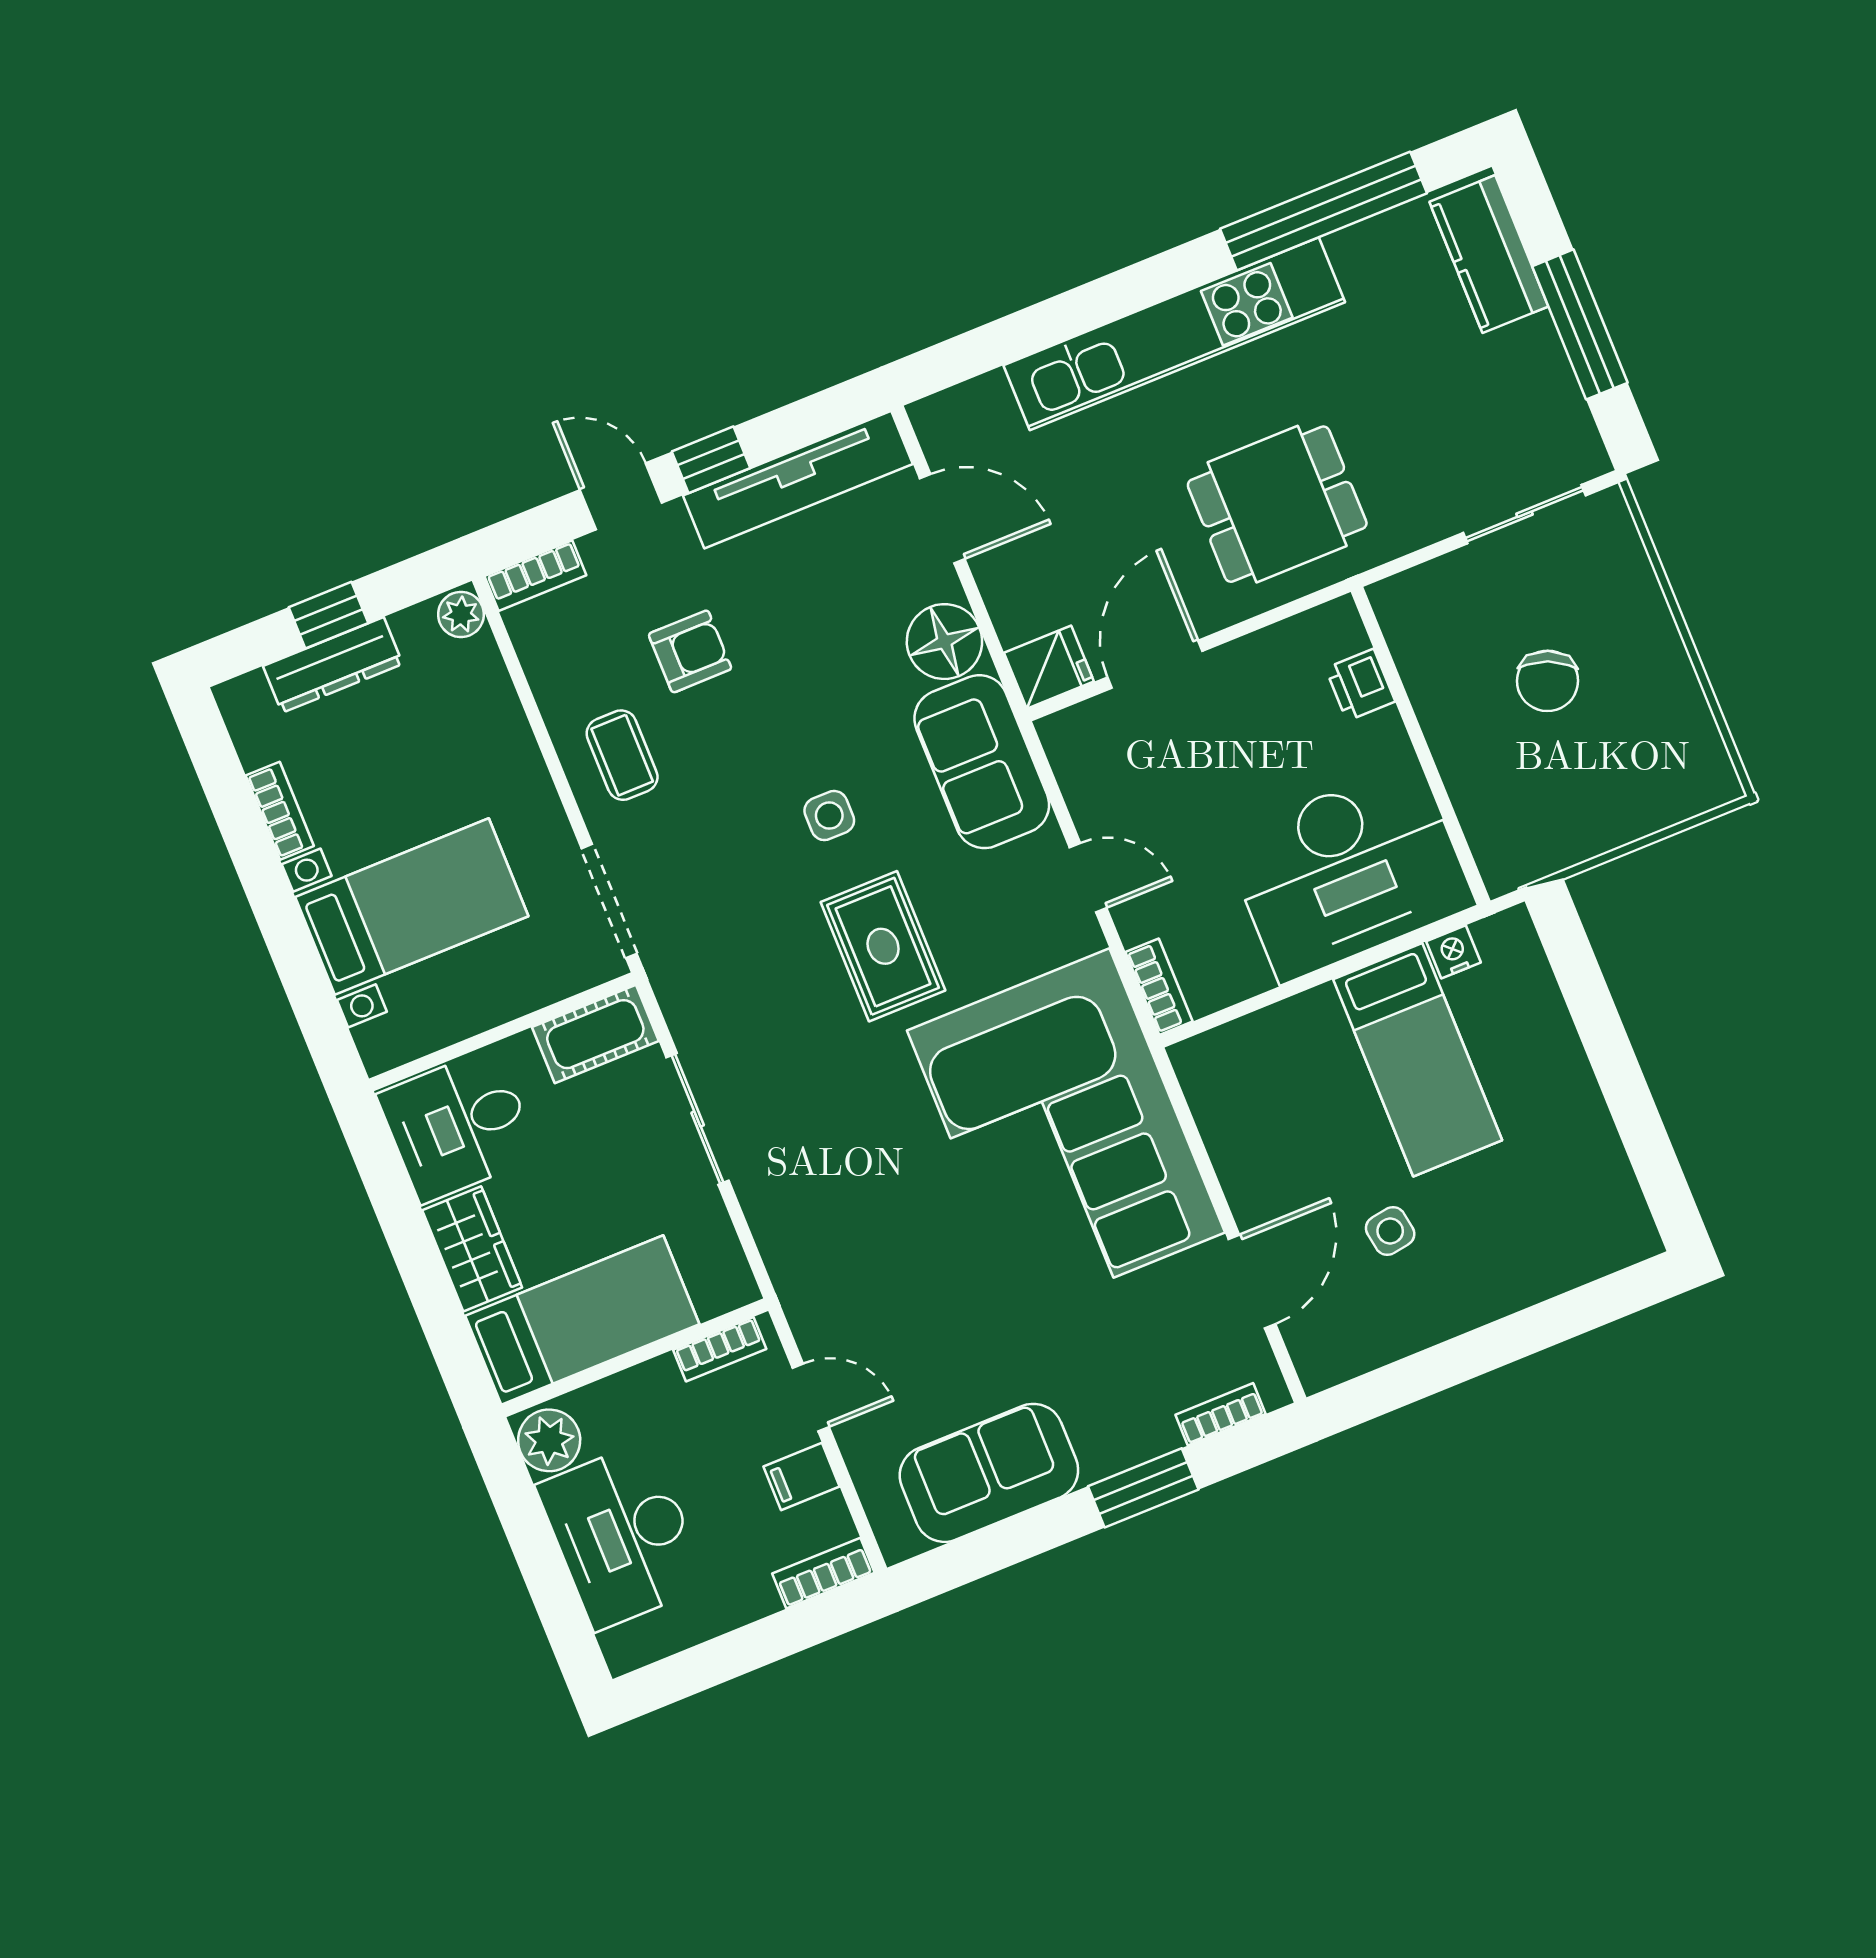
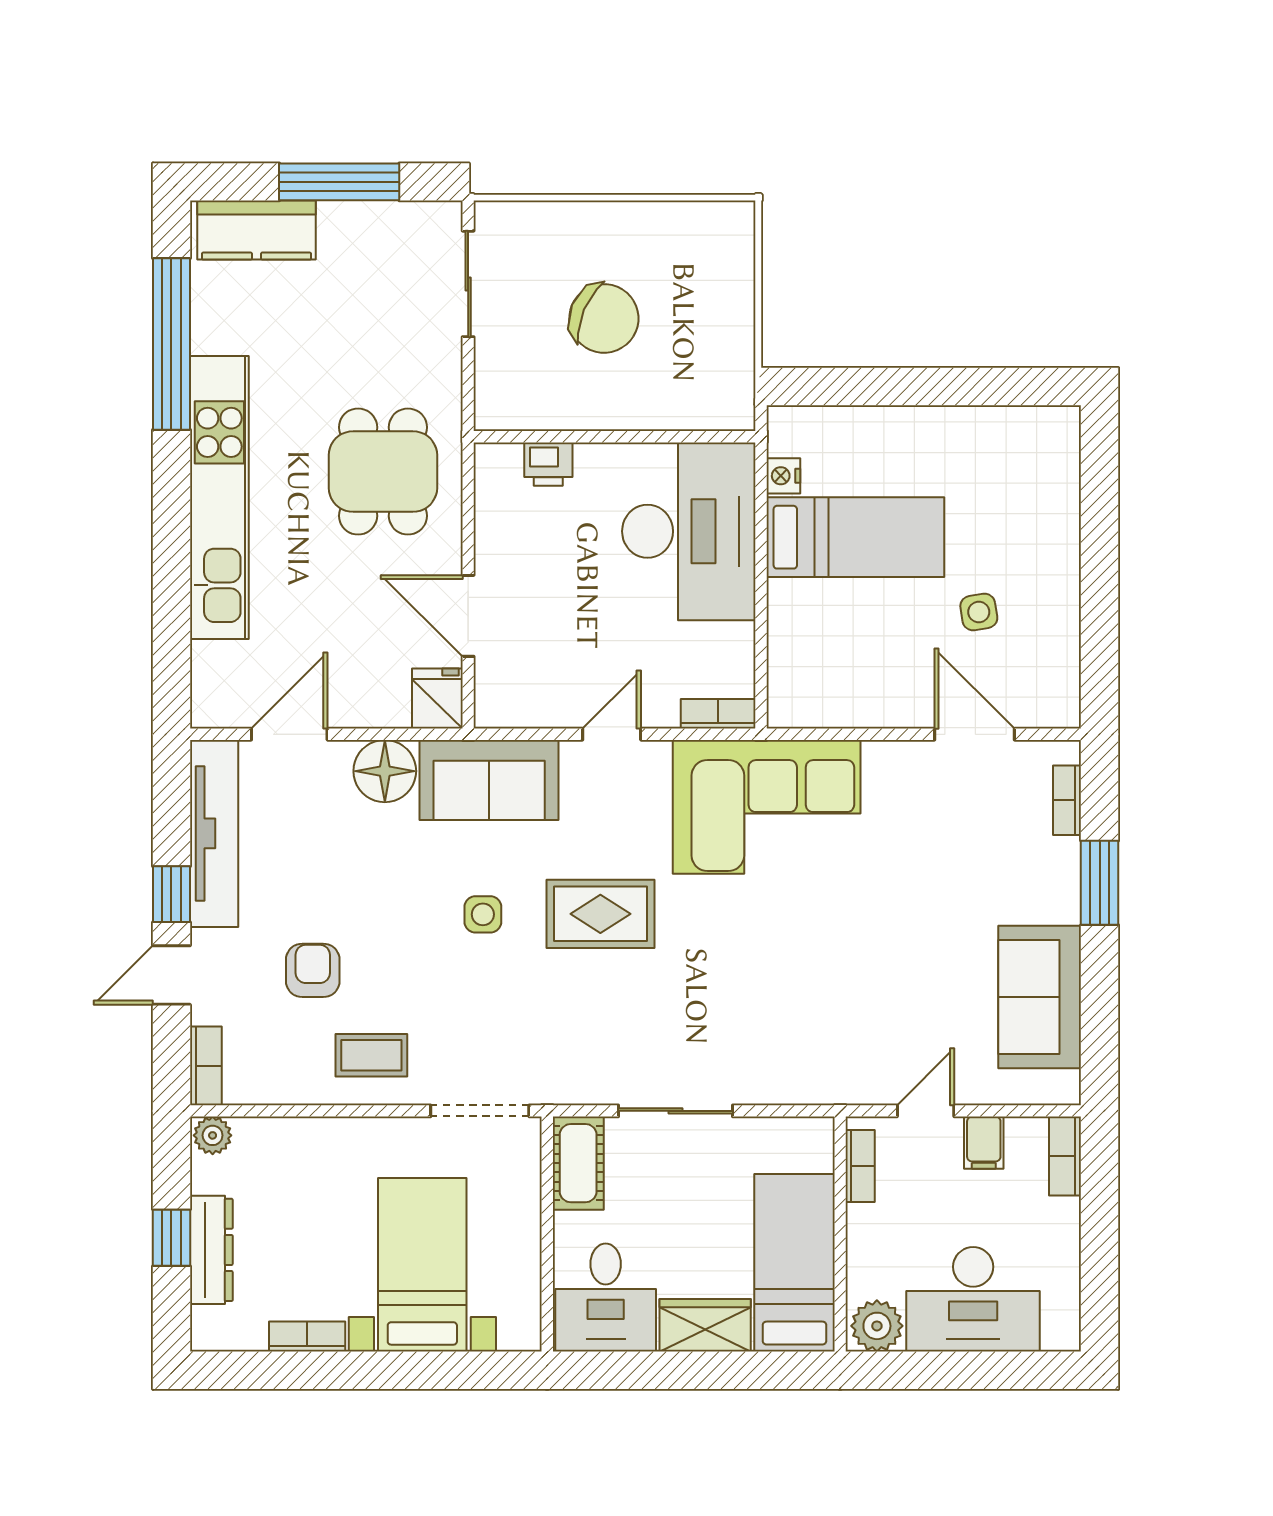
chair: (1548, 681) -> (604, 318), width x1.37, depth x1.37
corner sofa: (1066, 1132) -> (767, 807), width x0.73, depth x0.74

